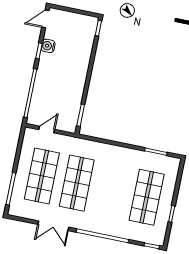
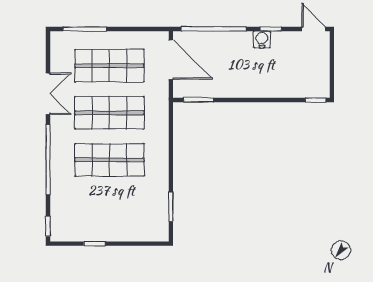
water cooler: (48, 46) -> (262, 39), moved
door: (47, 129) -> (171, 60), width x1.88
shop shelf: (147, 197) -> (109, 160), moved
double door: (53, 226) -> (48, 94), swing flipped

